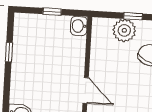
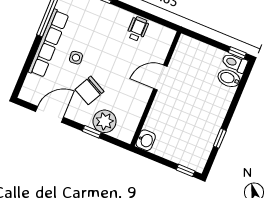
window: (52, 12) -> (186, 170), moved
door: (86, 91) -> (160, 77), hinge flipped

